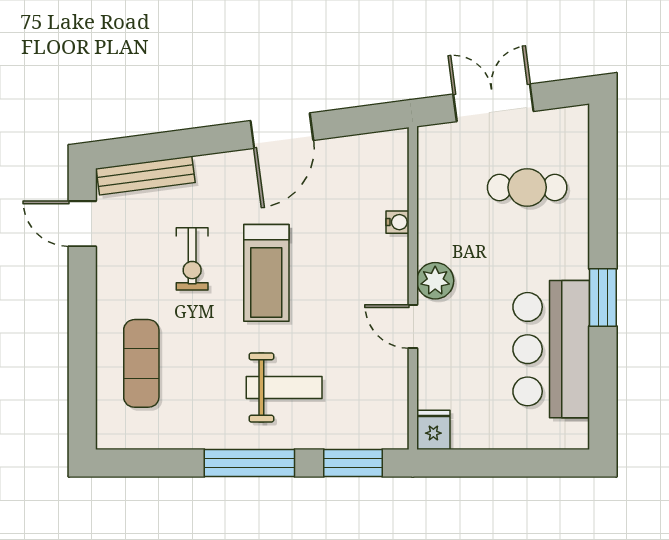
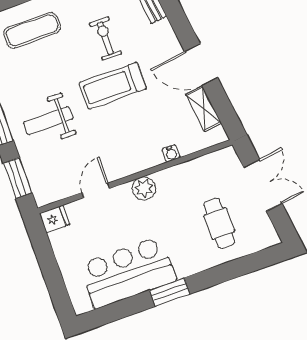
shelving: (348, 150) -> (204, 109), added
exercise bike: (192, 259) -> (105, 38), turned 90
door: (413, 327) -> (96, 190), moved
weight bench: (284, 388) -> (48, 121), turned 90

